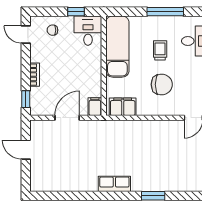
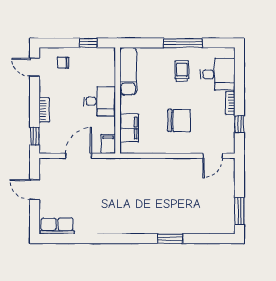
desk: (88, 31) -> (100, 101), moved, turned 90
exam couch: (117, 47) -> (128, 71), width x0.73, depth x0.69
trolley: (160, 50) -> (182, 71), moved
filing cabinet: (123, 107) -> (129, 128), moved, turned 90
row of seats: (114, 184) -> (57, 226), moved

